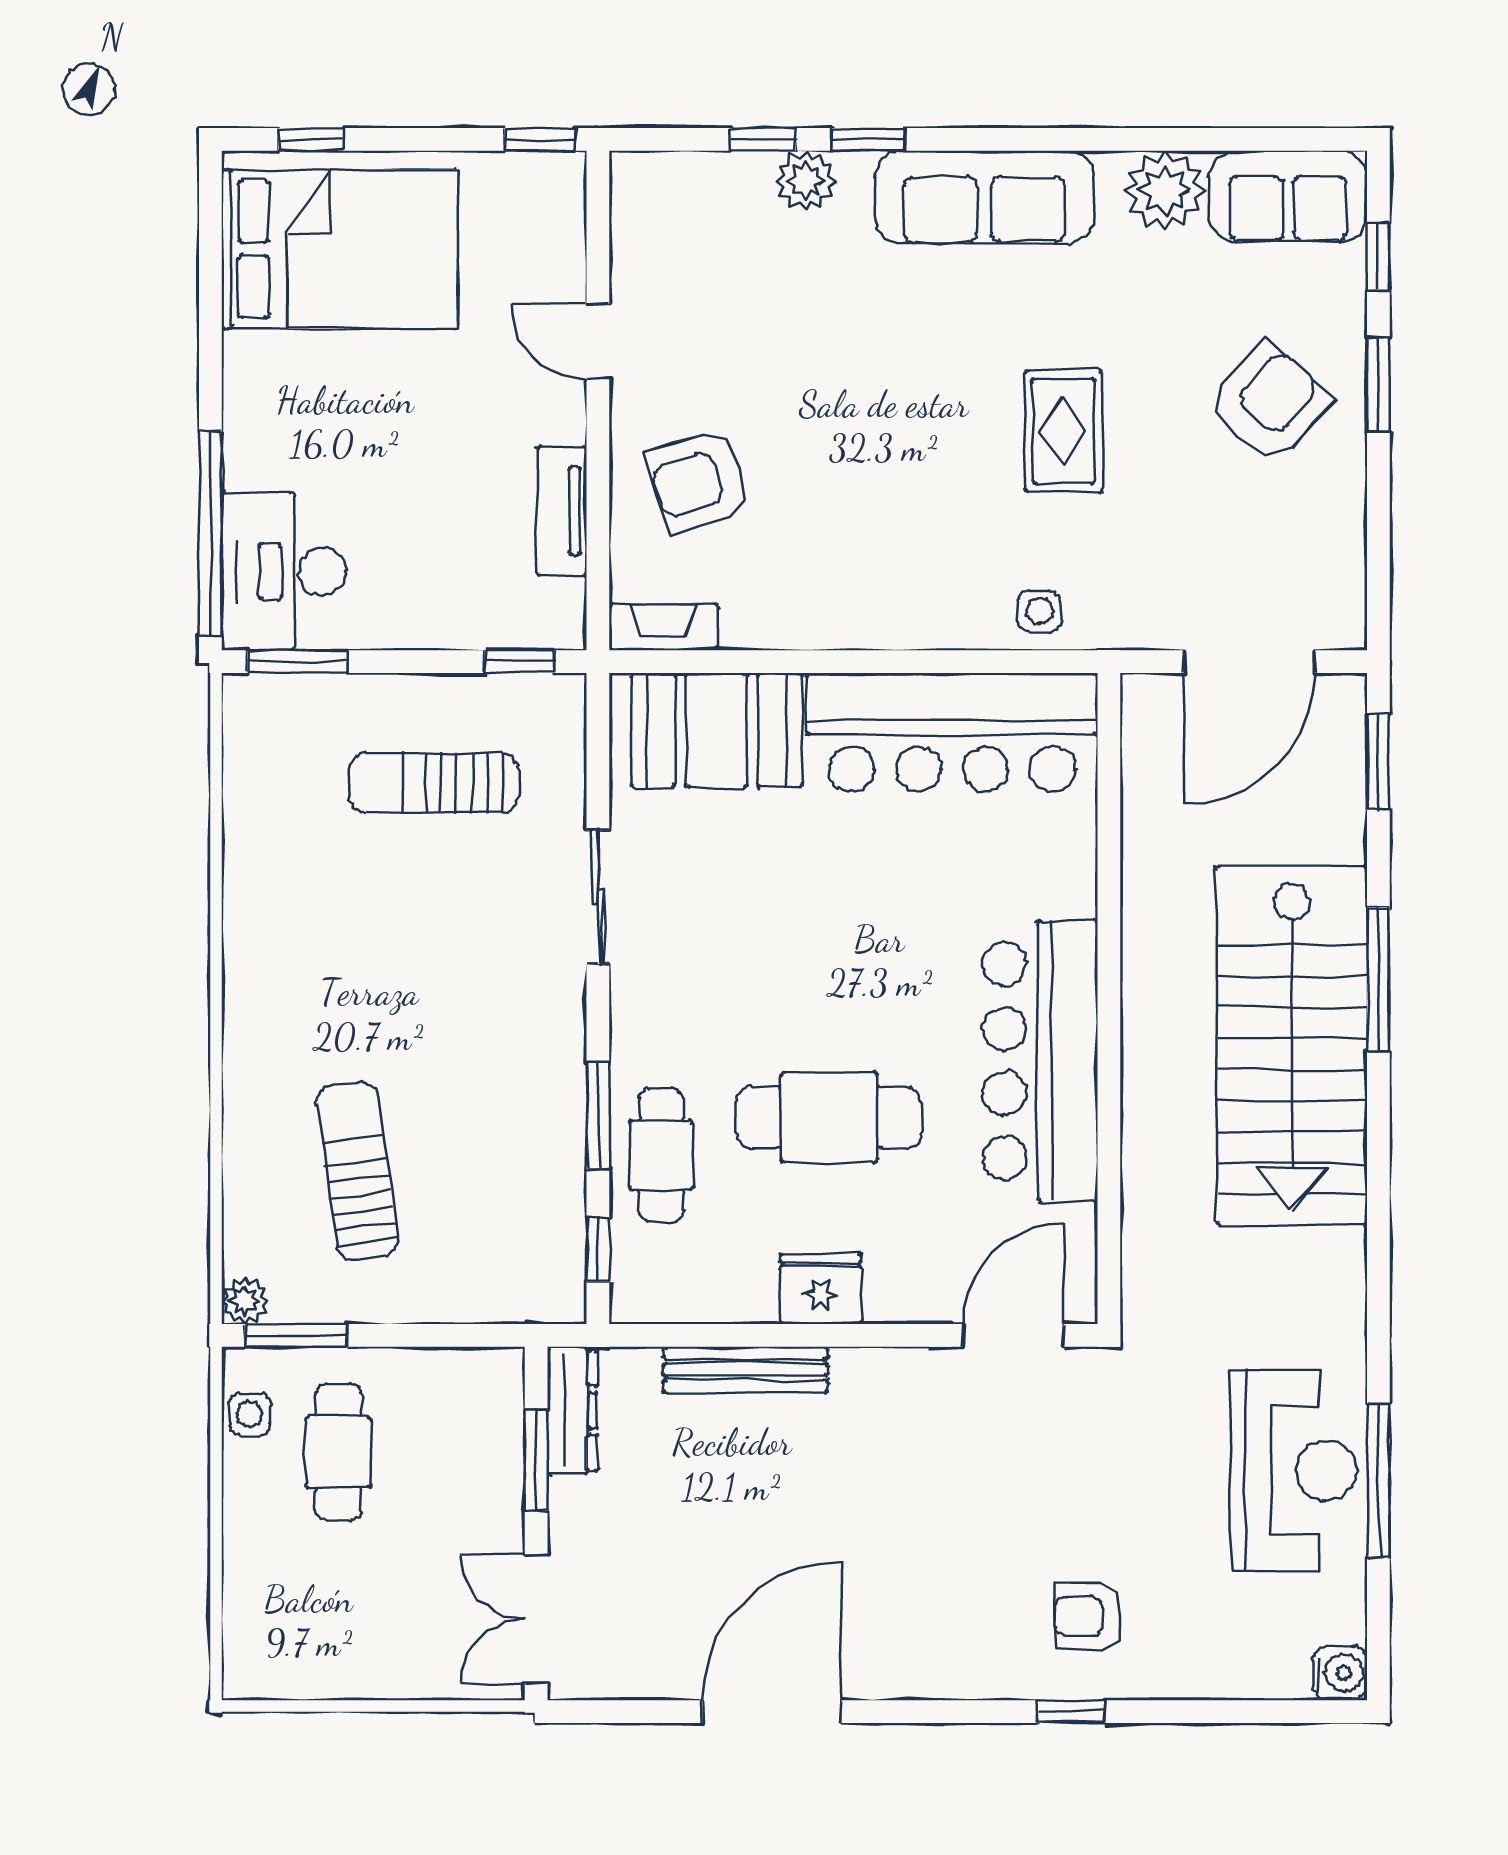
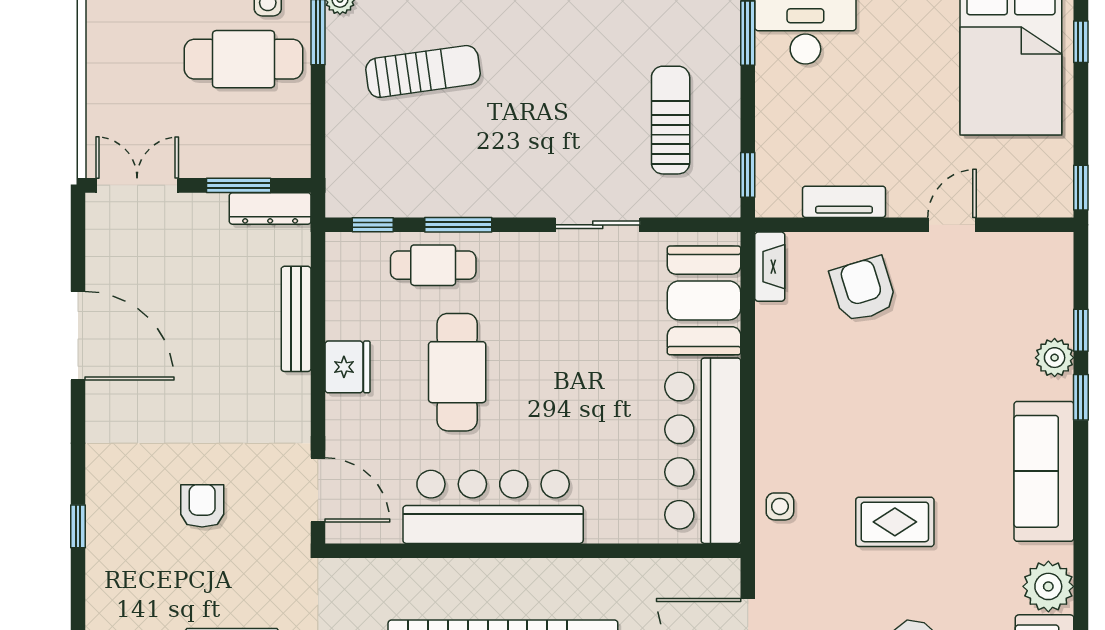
cafe table: (338, 1452) -> (244, 59), width x1.37, depth x1.35
armchair: (1088, 1616) -> (202, 506), moved

